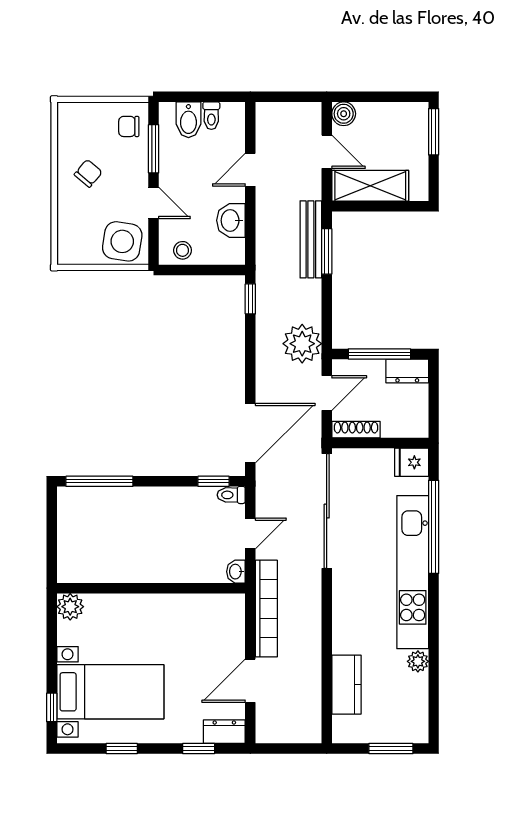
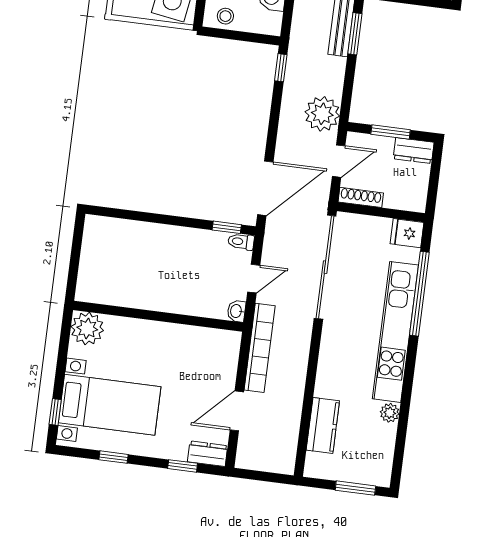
window: (379, 354) -> (391, 132), width x0.69
window: (99, 481) -> (124, 214), removed
plant: (70, 607) -> (87, 329), width x1.36, depth x1.36

